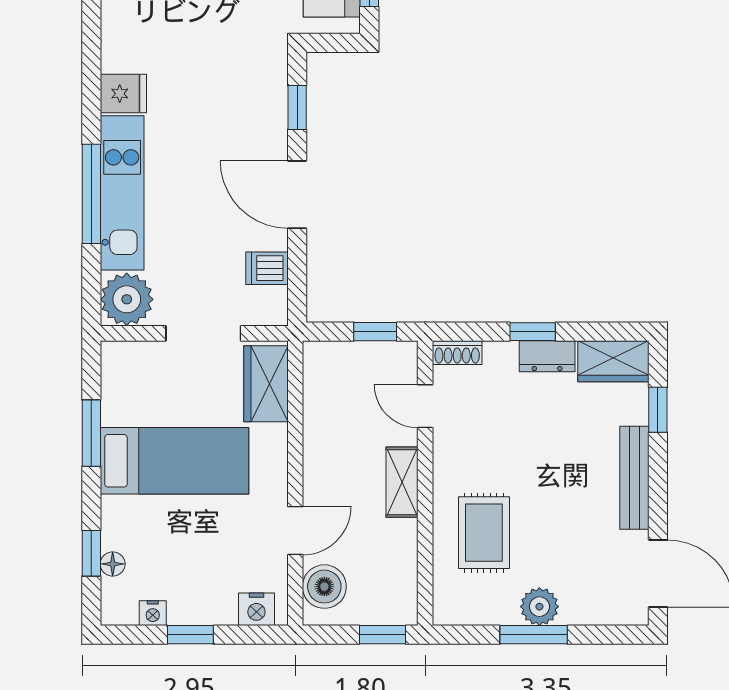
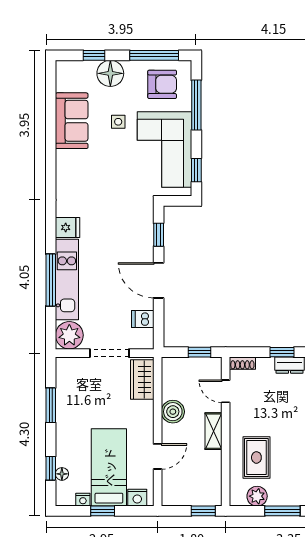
bed: (175, 461) -> (109, 467), moved, turned -90
boiler: (324, 587) -> (173, 412), moved
plant: (539, 607) -> (257, 496), moved

